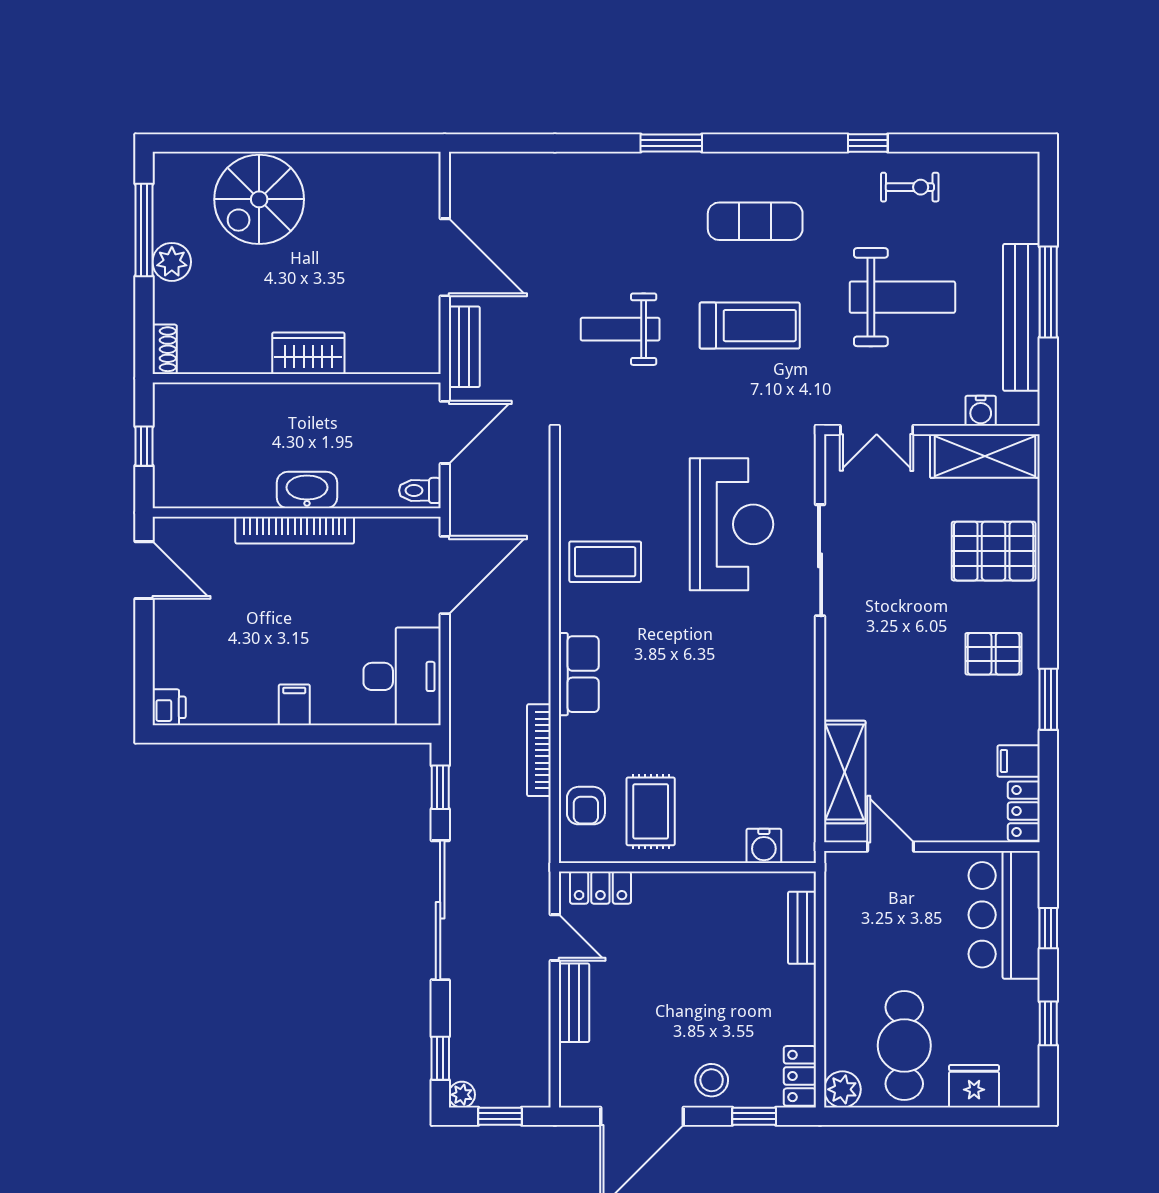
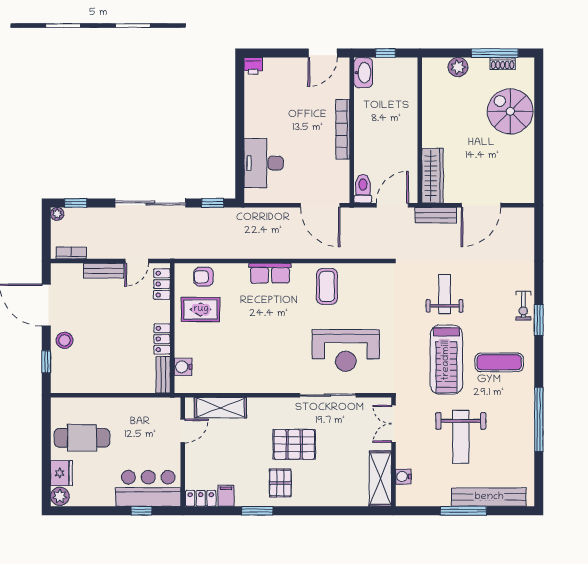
window: (868, 143) -> (539, 419), width x3.17
exercise bike: (910, 187) -> (523, 306), moved
exercise mat: (755, 221) -> (499, 362), turned 90
plant: (172, 262) -> (458, 67), moved
bench: (1021, 317) -> (489, 497), moved
treadmill: (750, 326) -> (446, 360), width x1.37, depth x1.38
shoe rack: (165, 349) -> (503, 64), moved
wardrobe: (308, 353) -> (432, 176), moved, width x1.50
door: (445, 432) -> (392, 205), swing flipped
washbasin: (307, 490) -> (363, 73), moved
toilet: (420, 490) -> (363, 189), width x1.37, depth x1.39
pallet: (994, 551) -> (294, 444), moved, turned 90
desk: (402, 676) -> (264, 163), moved, turned 90
filing cabinet: (294, 705) -> (254, 129), removed
bookcase: (539, 750) -> (71, 253), moved, width x0.64
bench: (802, 928) -> (163, 375), moved, turned 90
window: (1048, 1023) -> (93, 511), removed
locker: (800, 1076) -> (162, 339), moved, turned -90
plant: (842, 1089) -> (60, 496), moved
window: (500, 1116) -> (46, 233), removed

